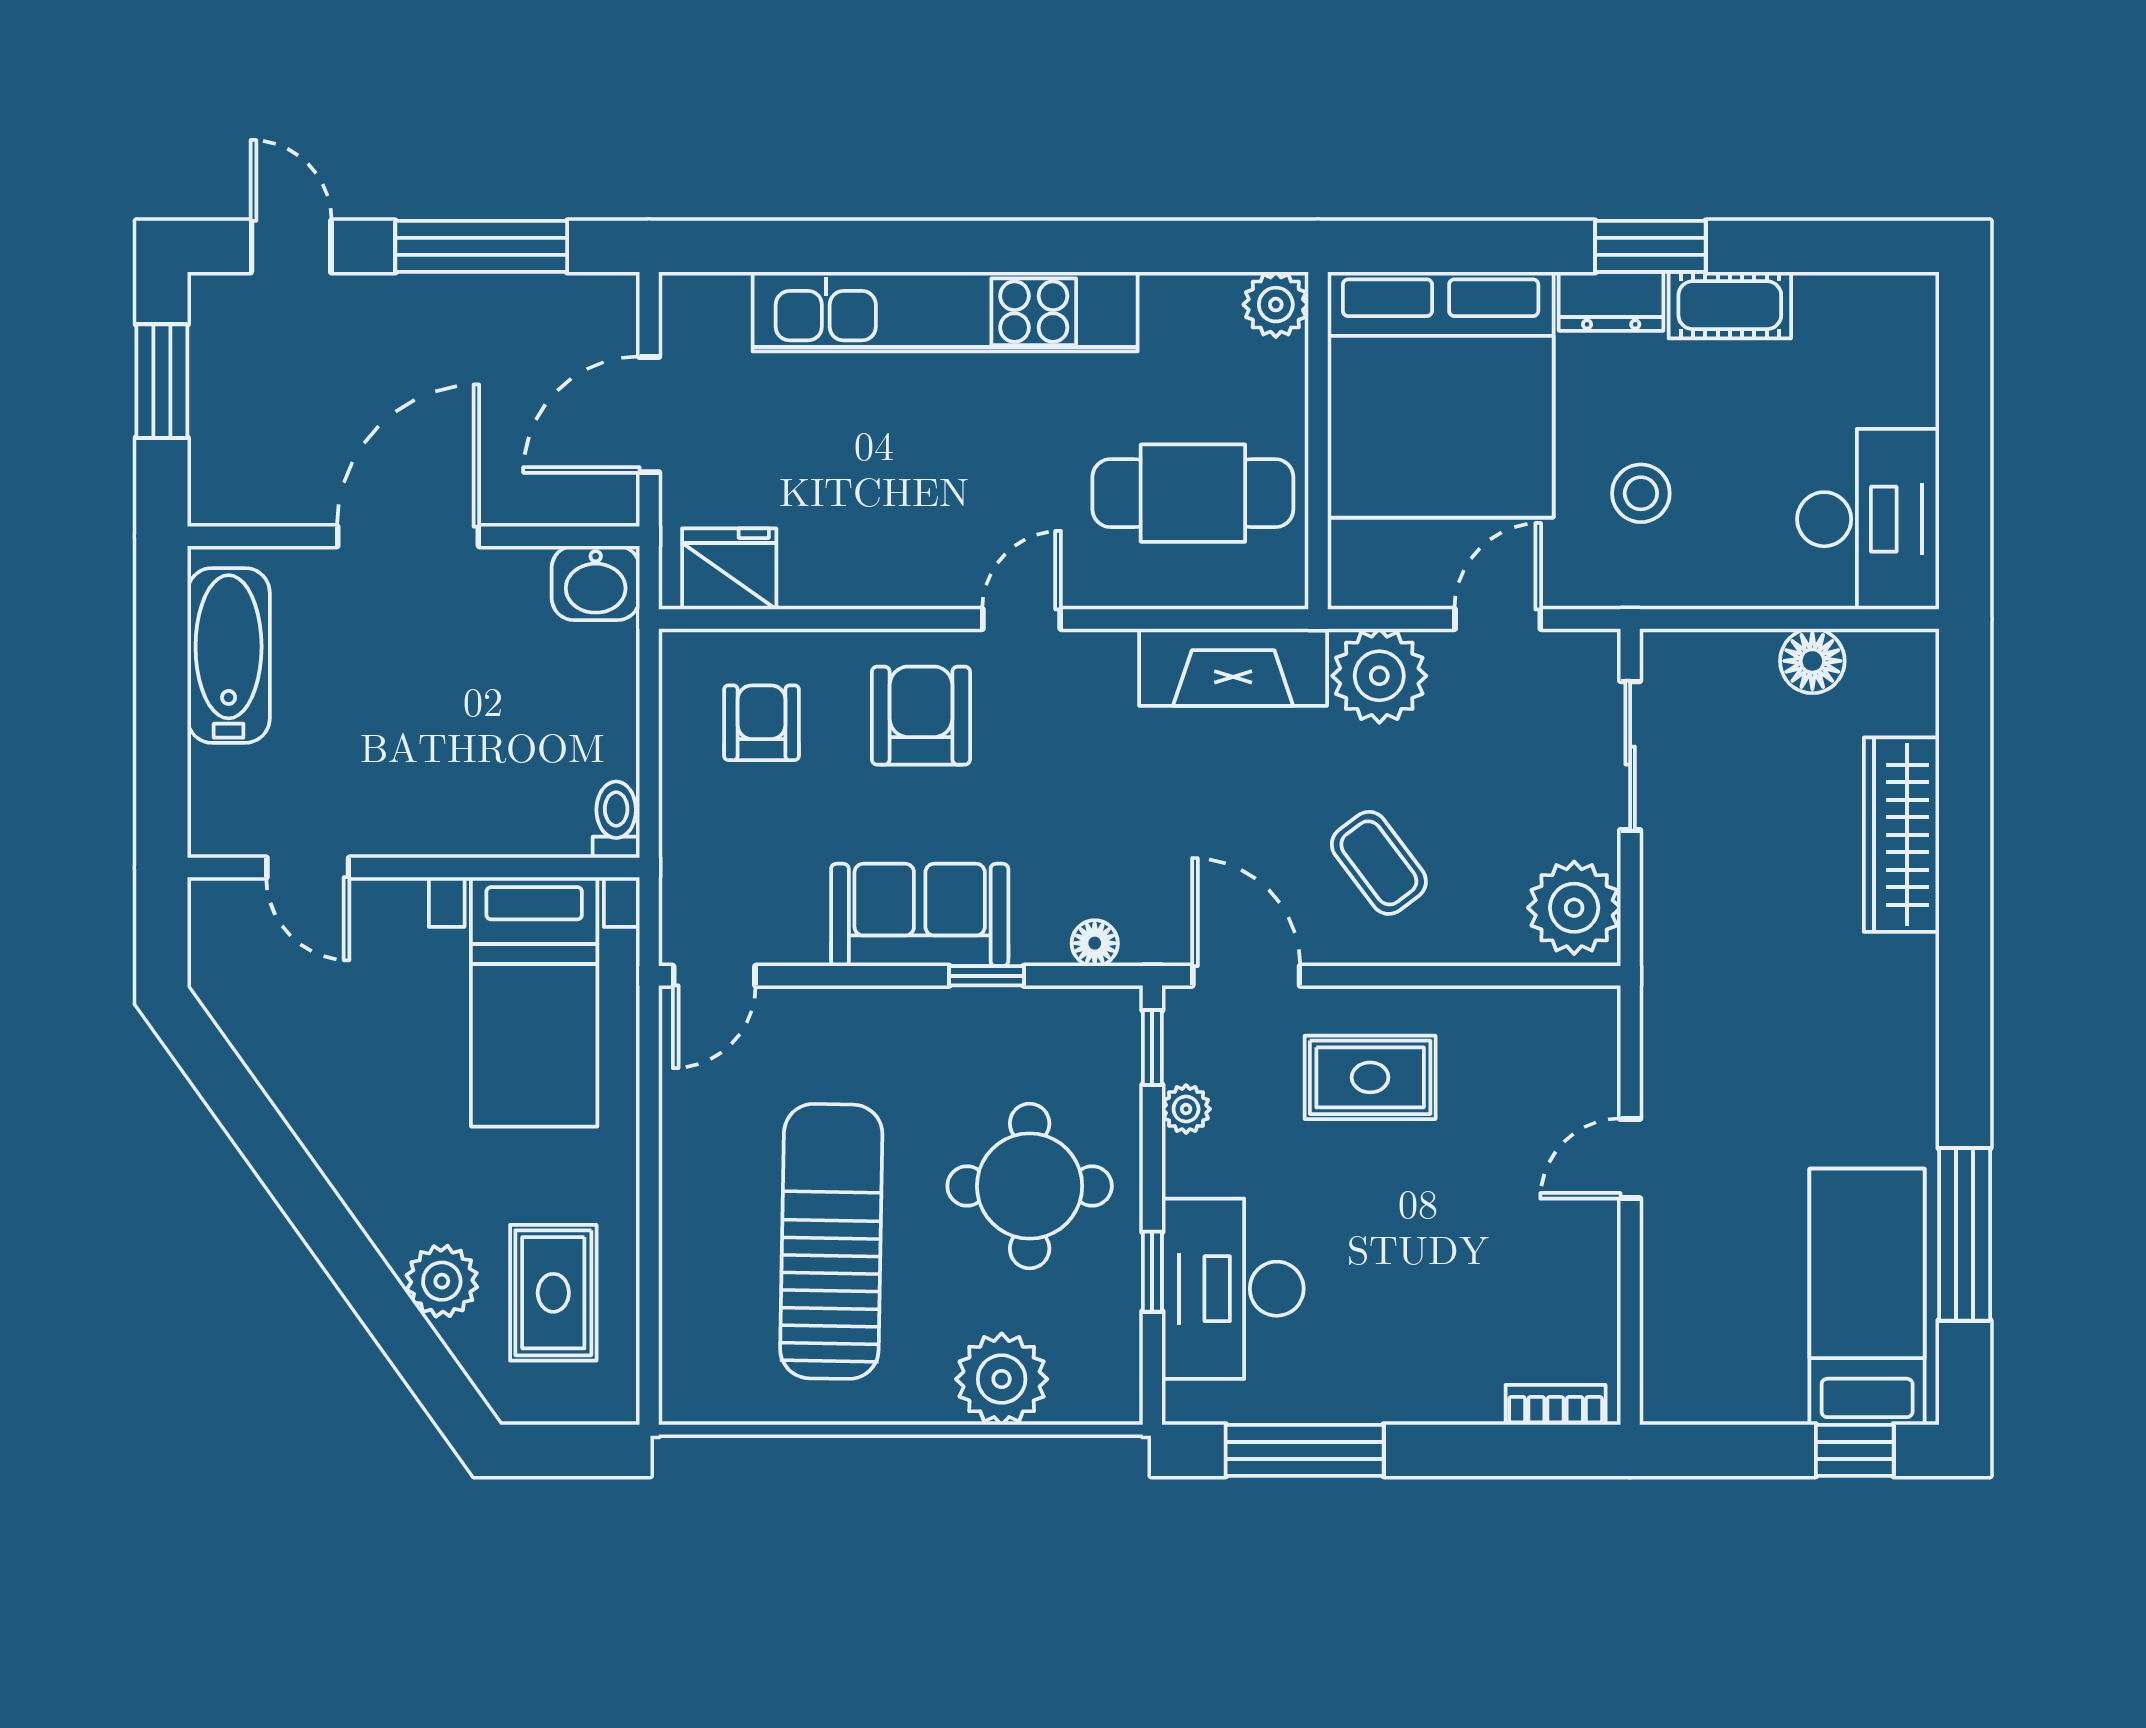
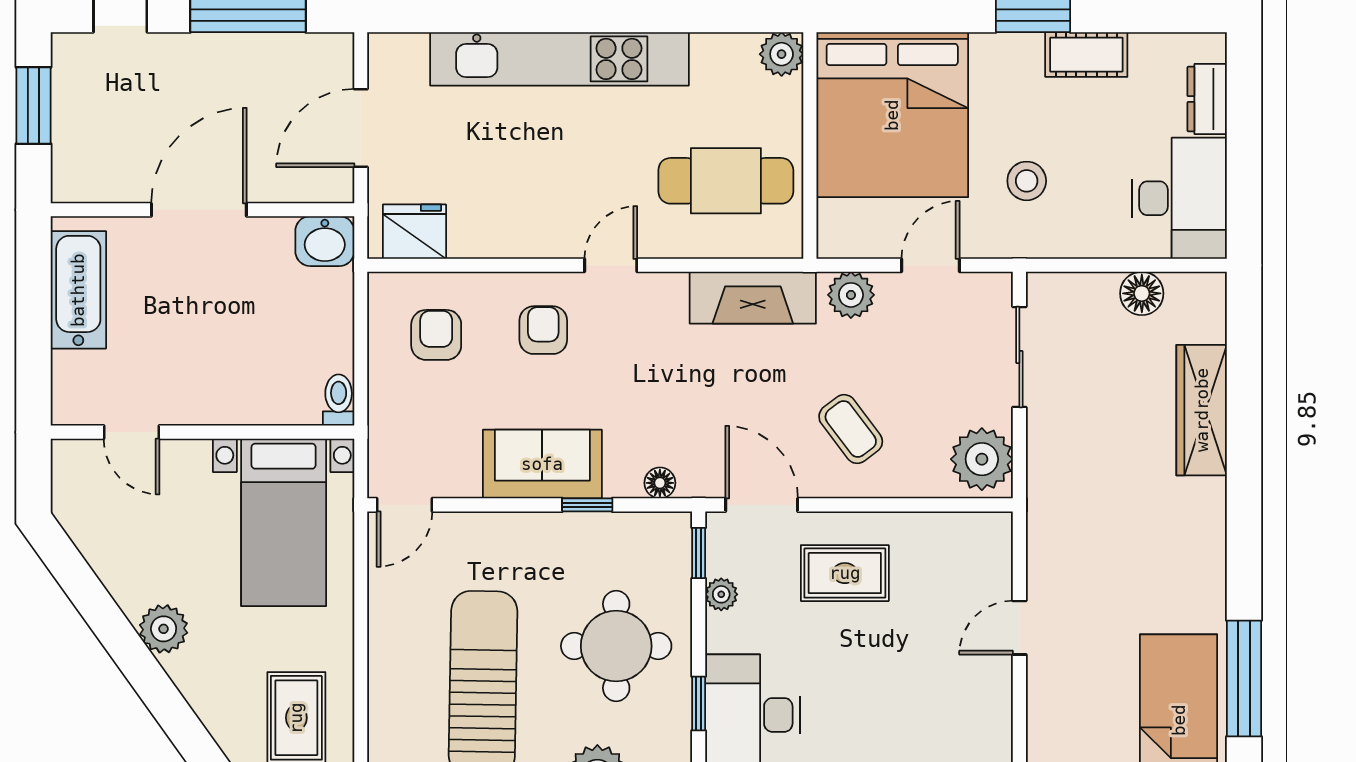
dresser: (1611, 301) -> (1207, 99), moved, turned 90
plant: (1379, 676) -> (851, 295), width x0.73, depth x0.73
armchair: (921, 716) -> (543, 330), width x0.72, depth x0.72
plant: (442, 1281) -> (164, 629), moved

